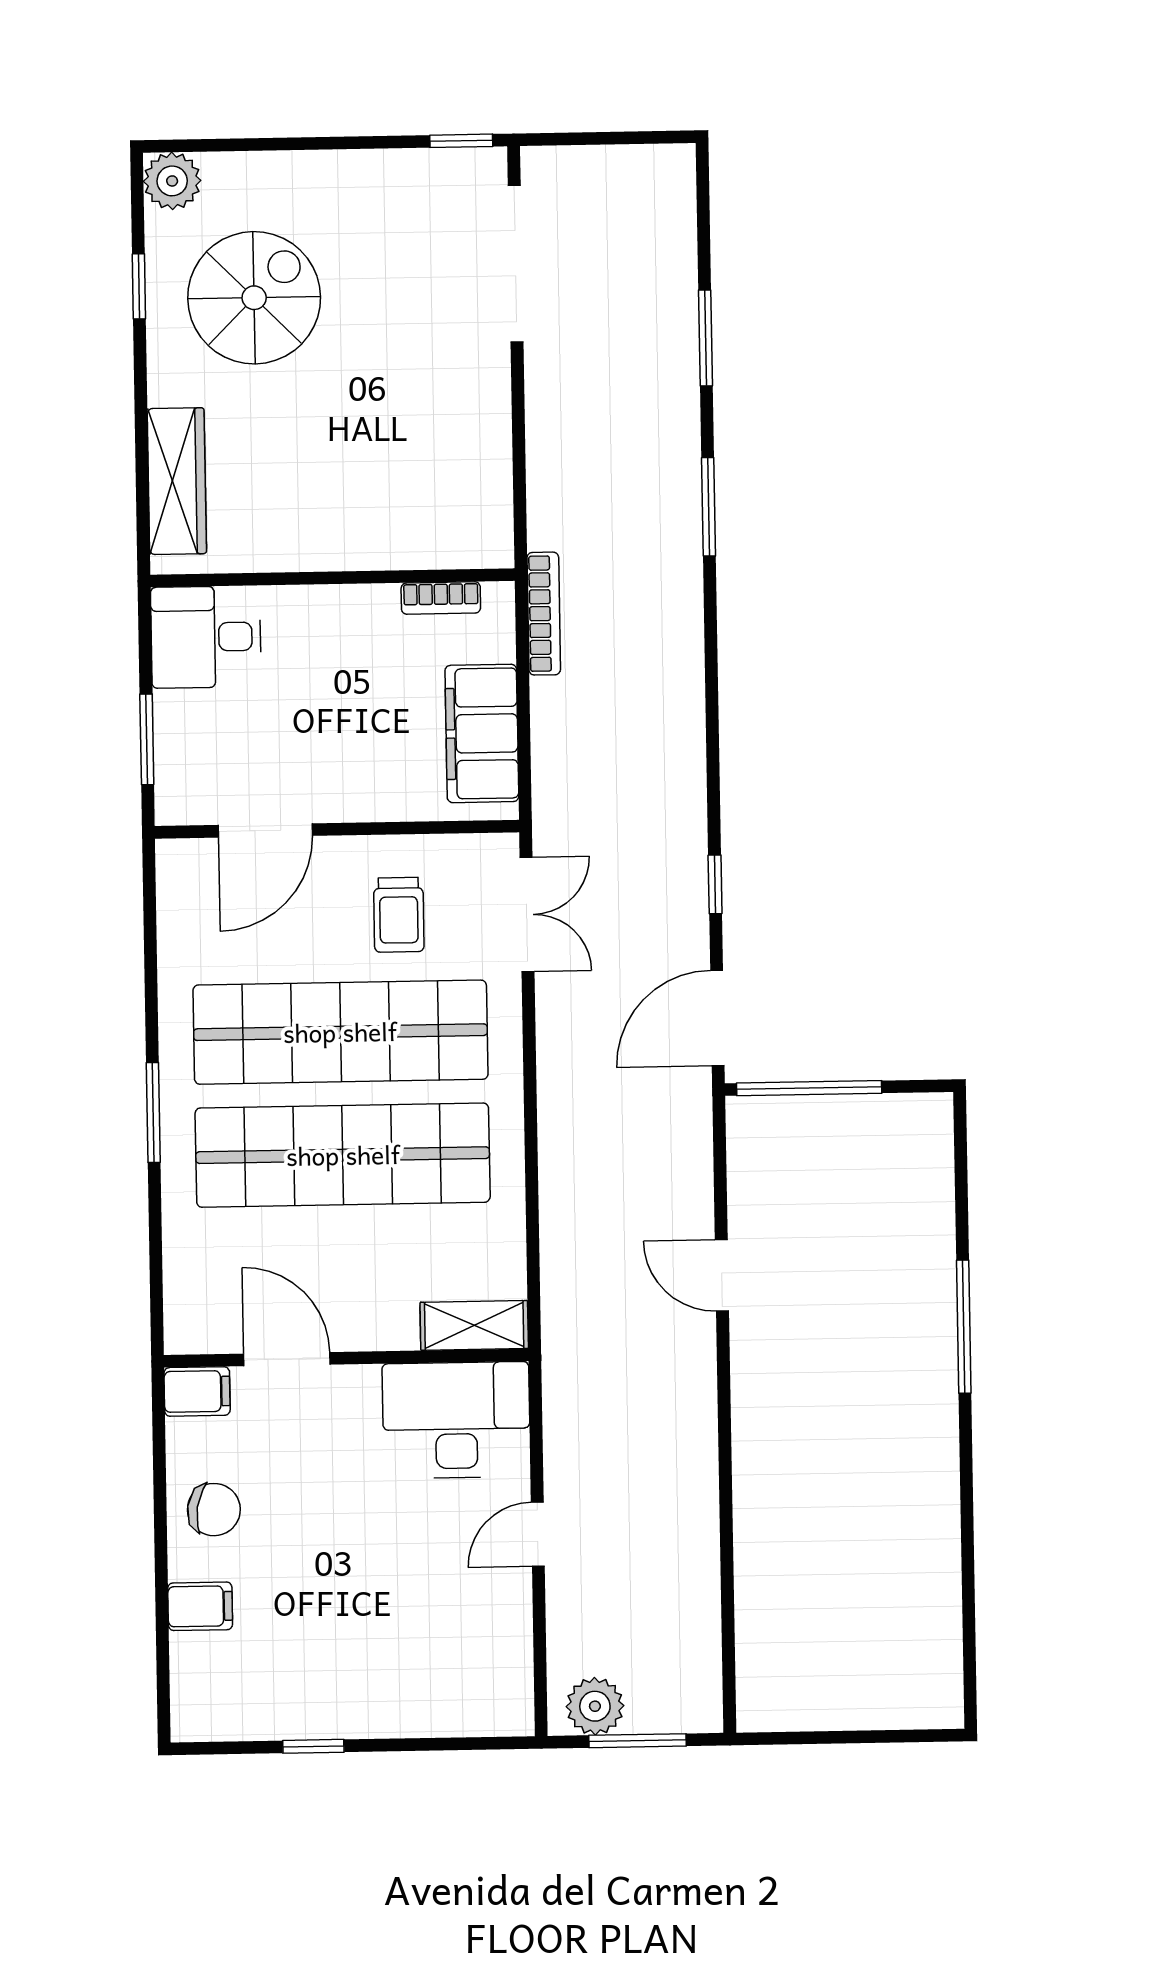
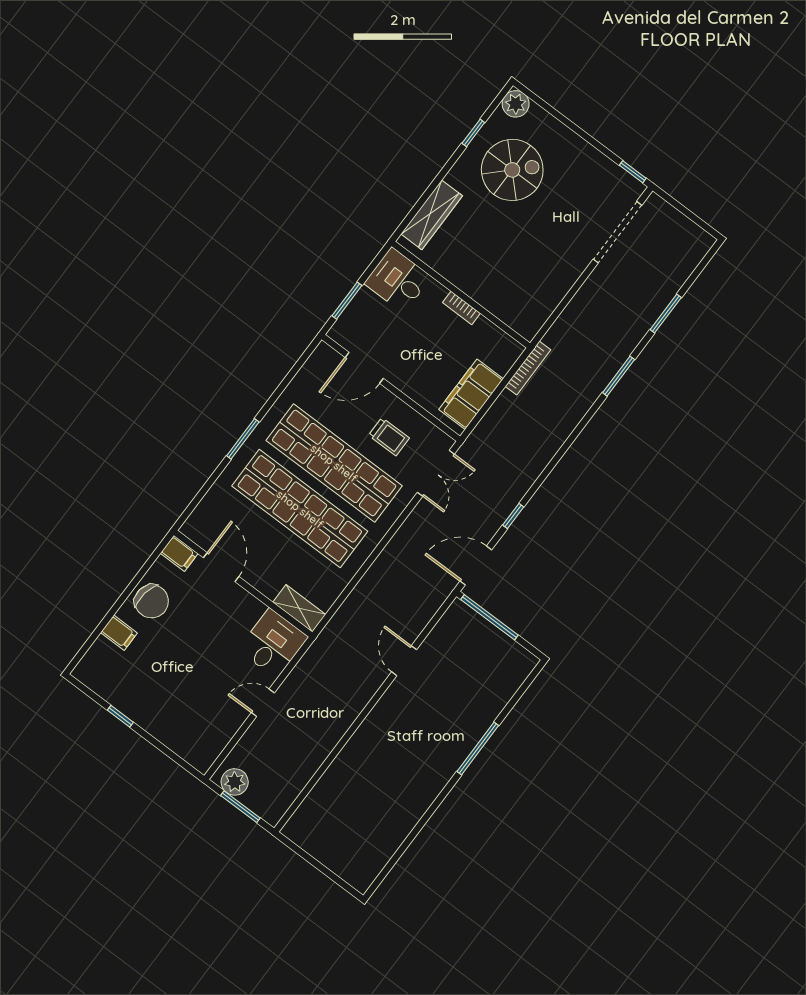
bookcase: (441, 598) -> (461, 308), moved
trolley: (399, 915) -> (389, 437), turned -90
desk: (456, 1420) -> (273, 643), width x0.73
chair: (214, 1510) -> (152, 601), width x1.37, depth x1.37

